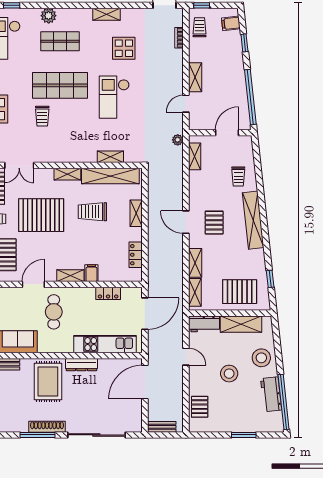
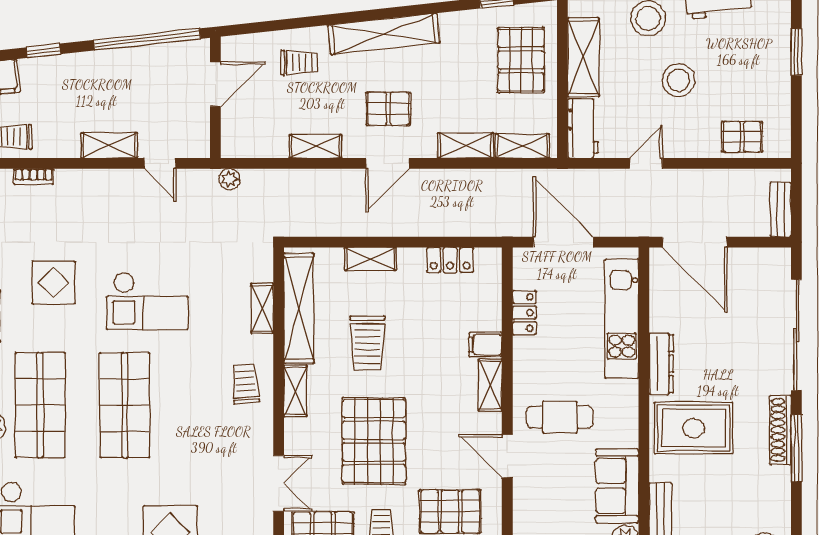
shop shelf: (60, 41) -> (40, 405), width x1.43, depth x1.36
trolley: (42, 116) -> (245, 384), moved, turned -95
door: (227, 133) -> (215, 84), swing flipped
shelving: (195, 156) -> (315, 146), moved

